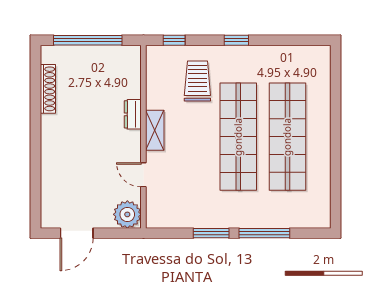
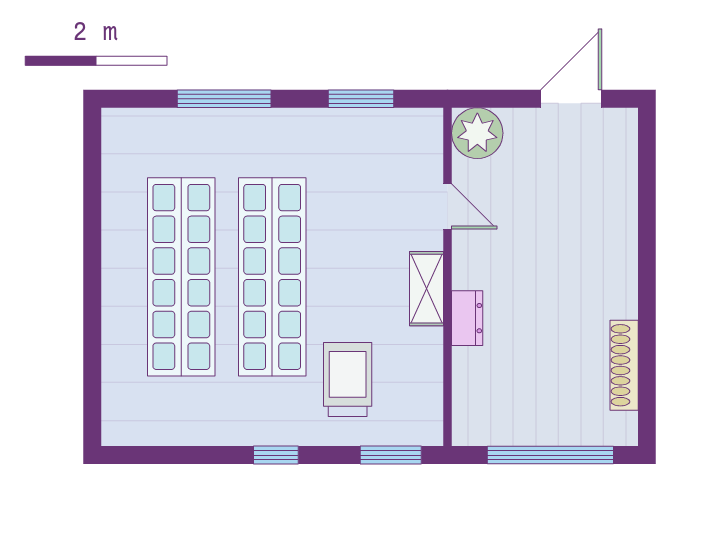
window: (174, 40) -> (391, 455), width x1.50
trolley: (197, 81) -> (348, 380), turned 180
window: (211, 233) -> (361, 99), moved

